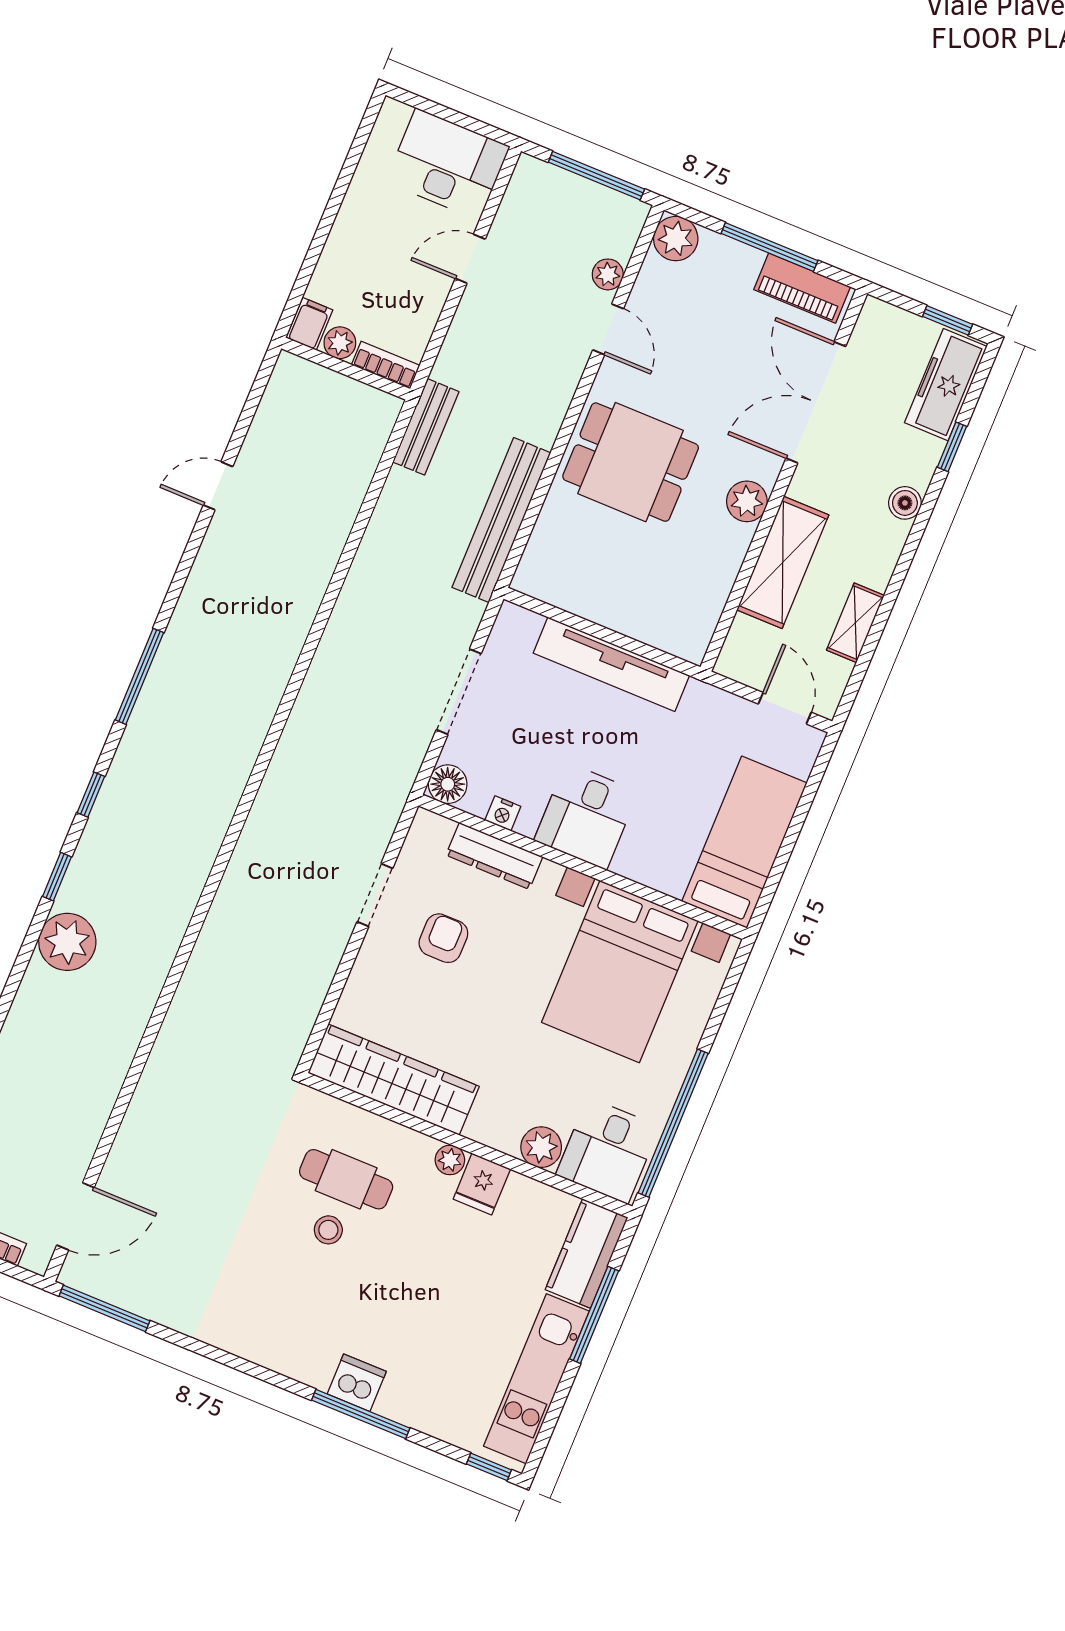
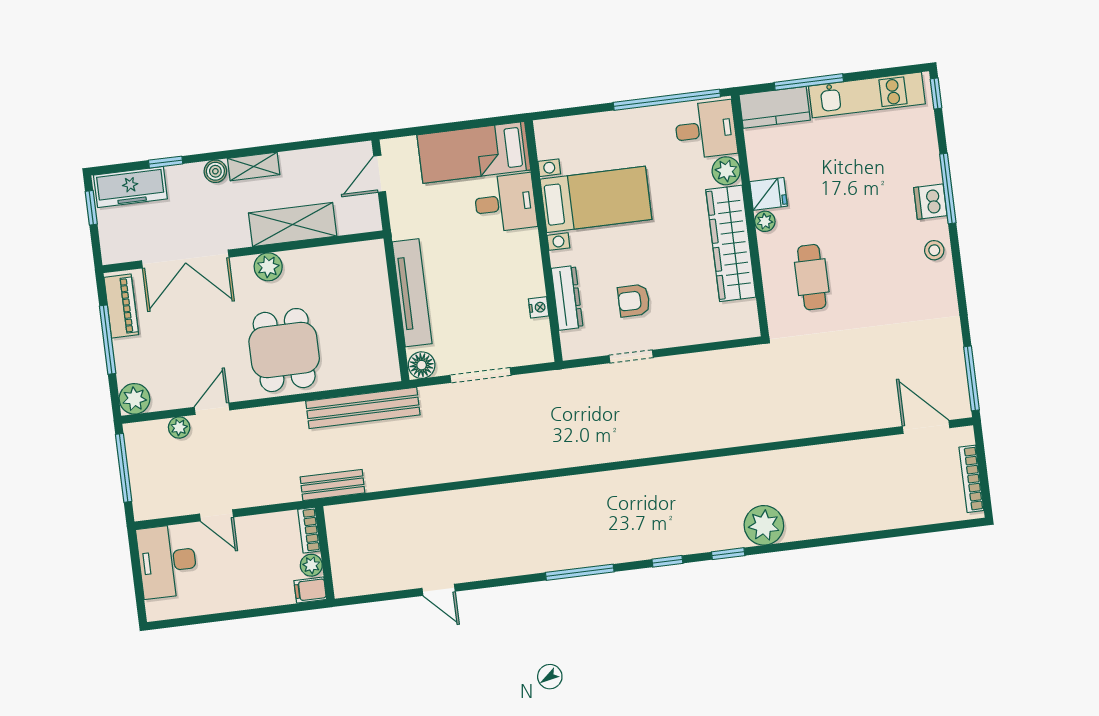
shelving: (855, 623) -> (254, 167), moved
floor lamp: (448, 784) -> (422, 365), moved
desk: (586, 816) -> (505, 203), moved
bed with nightstands: (620, 972) -> (596, 199), width x0.73
wardrobe: (394, 1080) -> (731, 243), moved
stool: (328, 1230) -> (934, 250), moved

